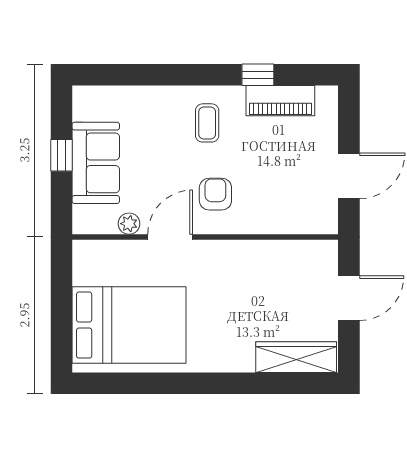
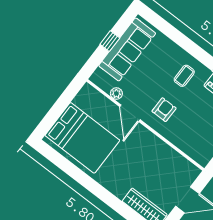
sofa: (96, 163) -> (127, 49), width x1.36
door: (170, 237) -> (130, 113), swing flipped

